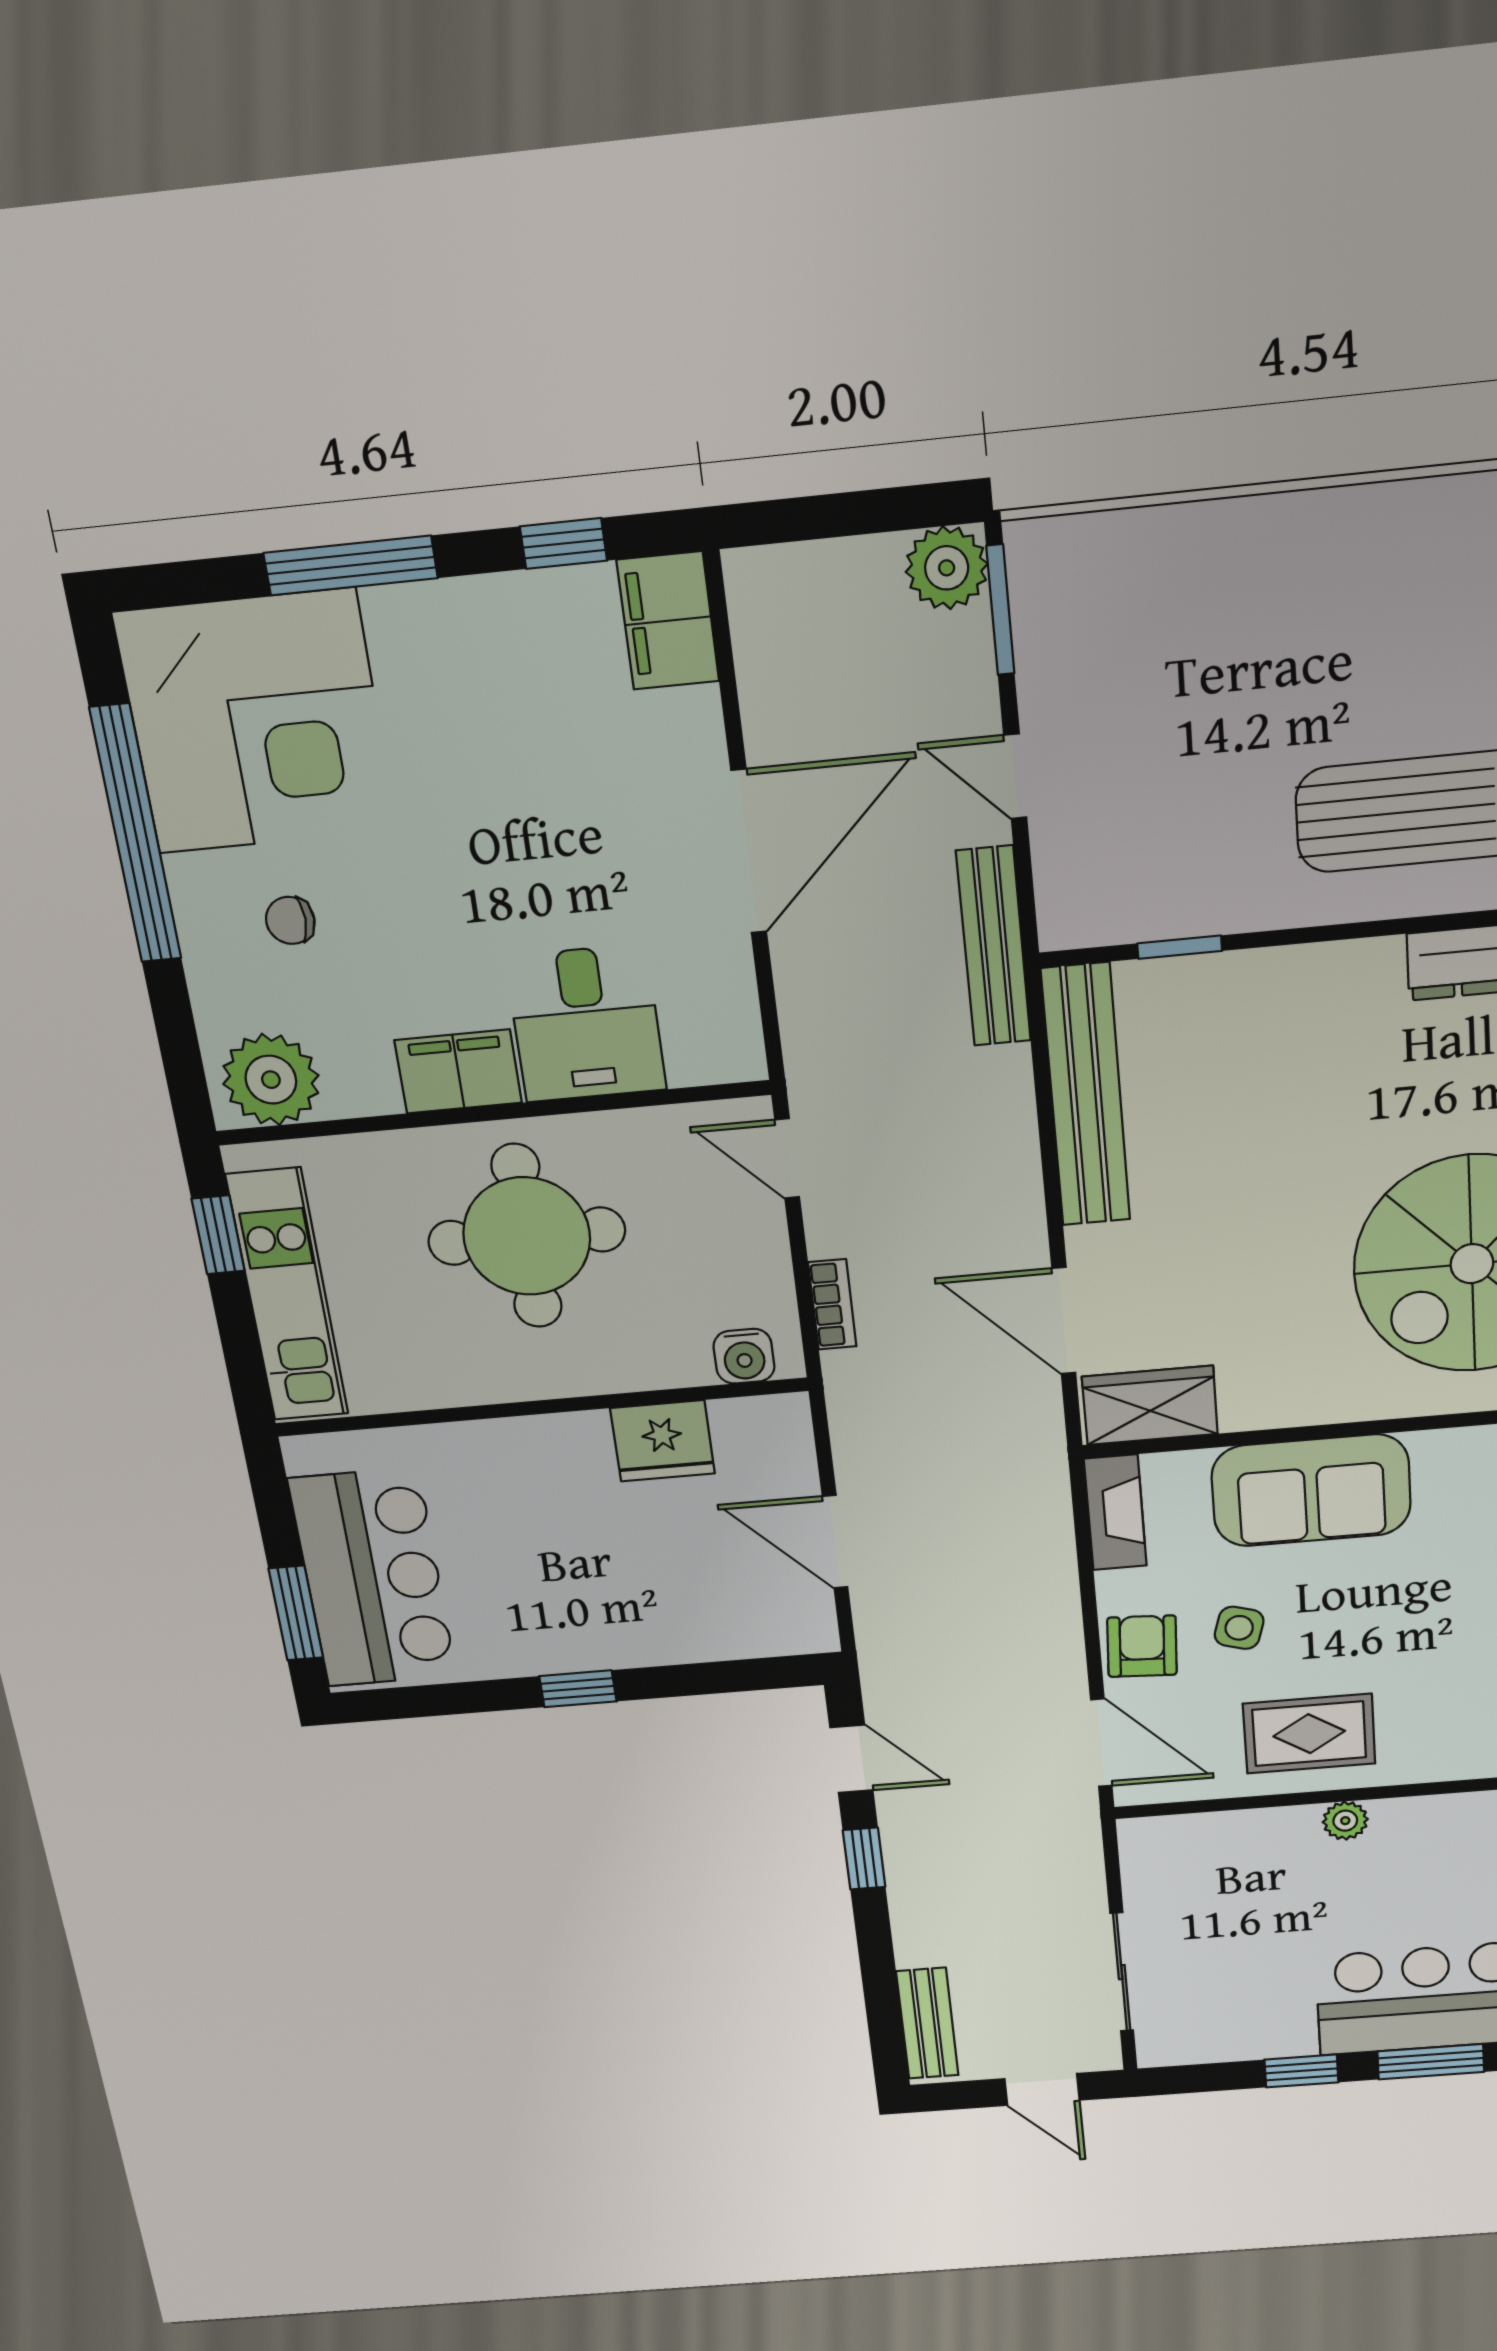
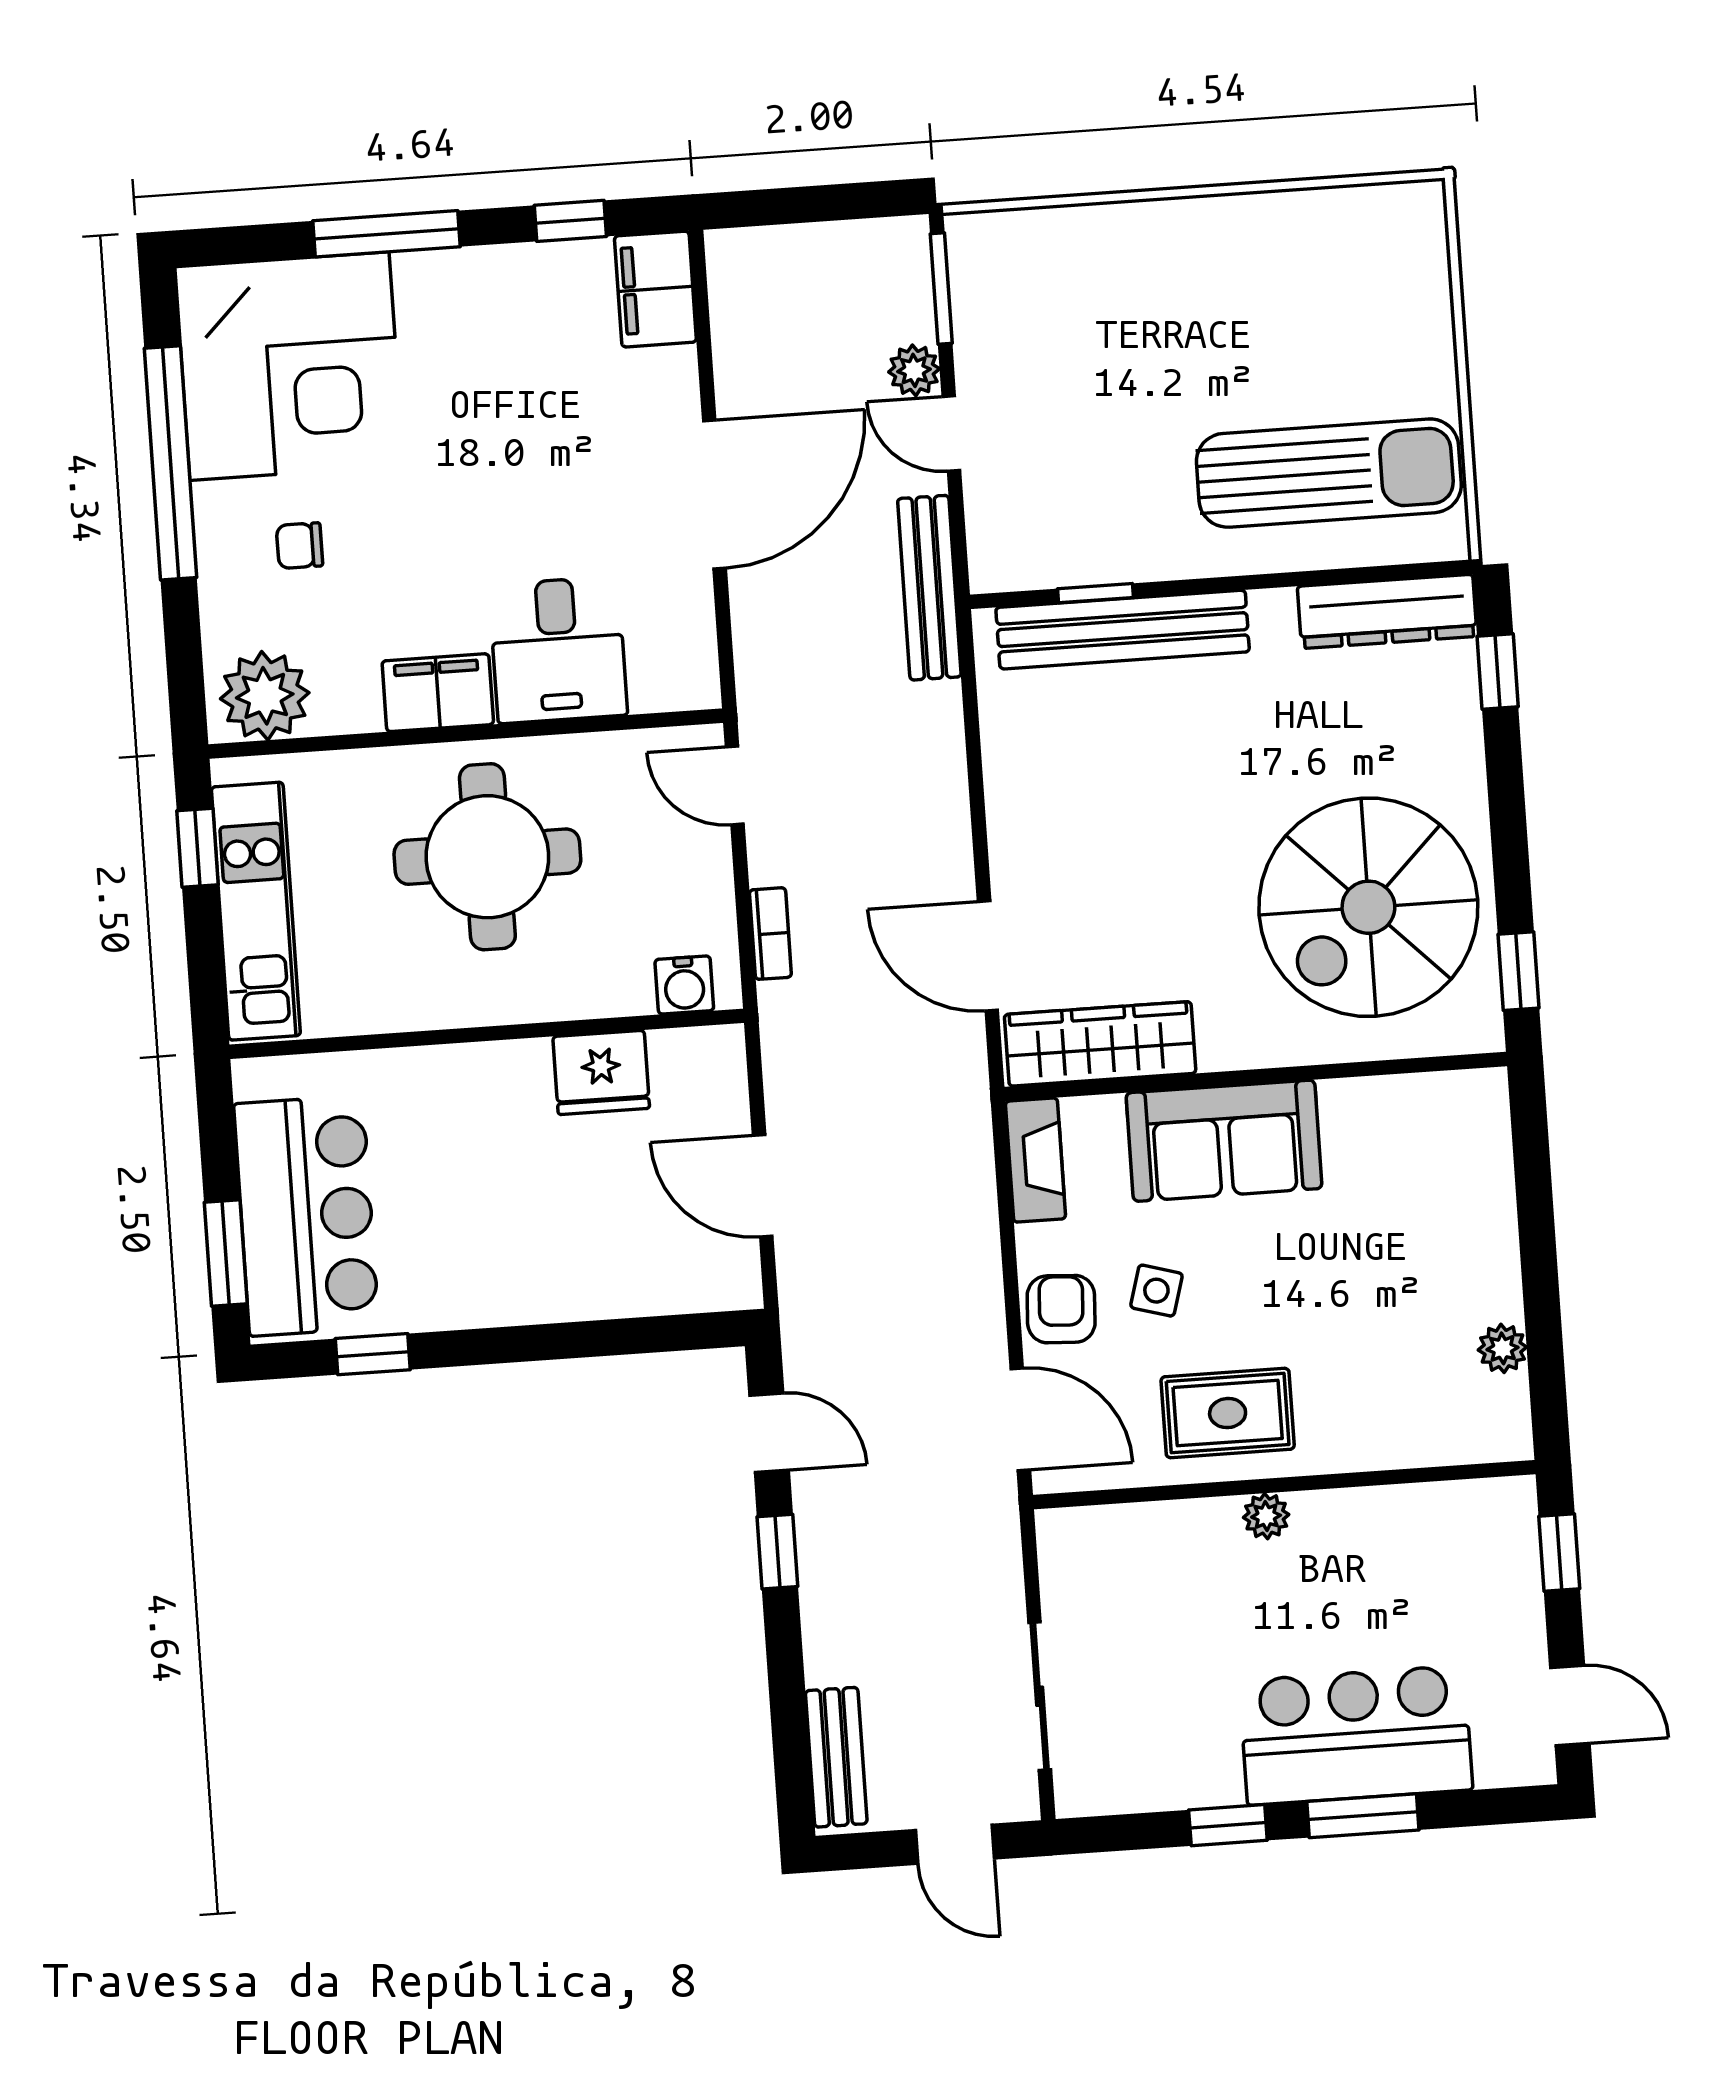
plant: (947, 568) -> (914, 370), moved, width x0.73, depth x0.73
bench: (1086, 1096) -> (1123, 630), moved, turned 90
wardrobe: (1150, 1405) -> (1100, 1044), width x1.50
window: (578, 1689) -> (373, 1354), moved

